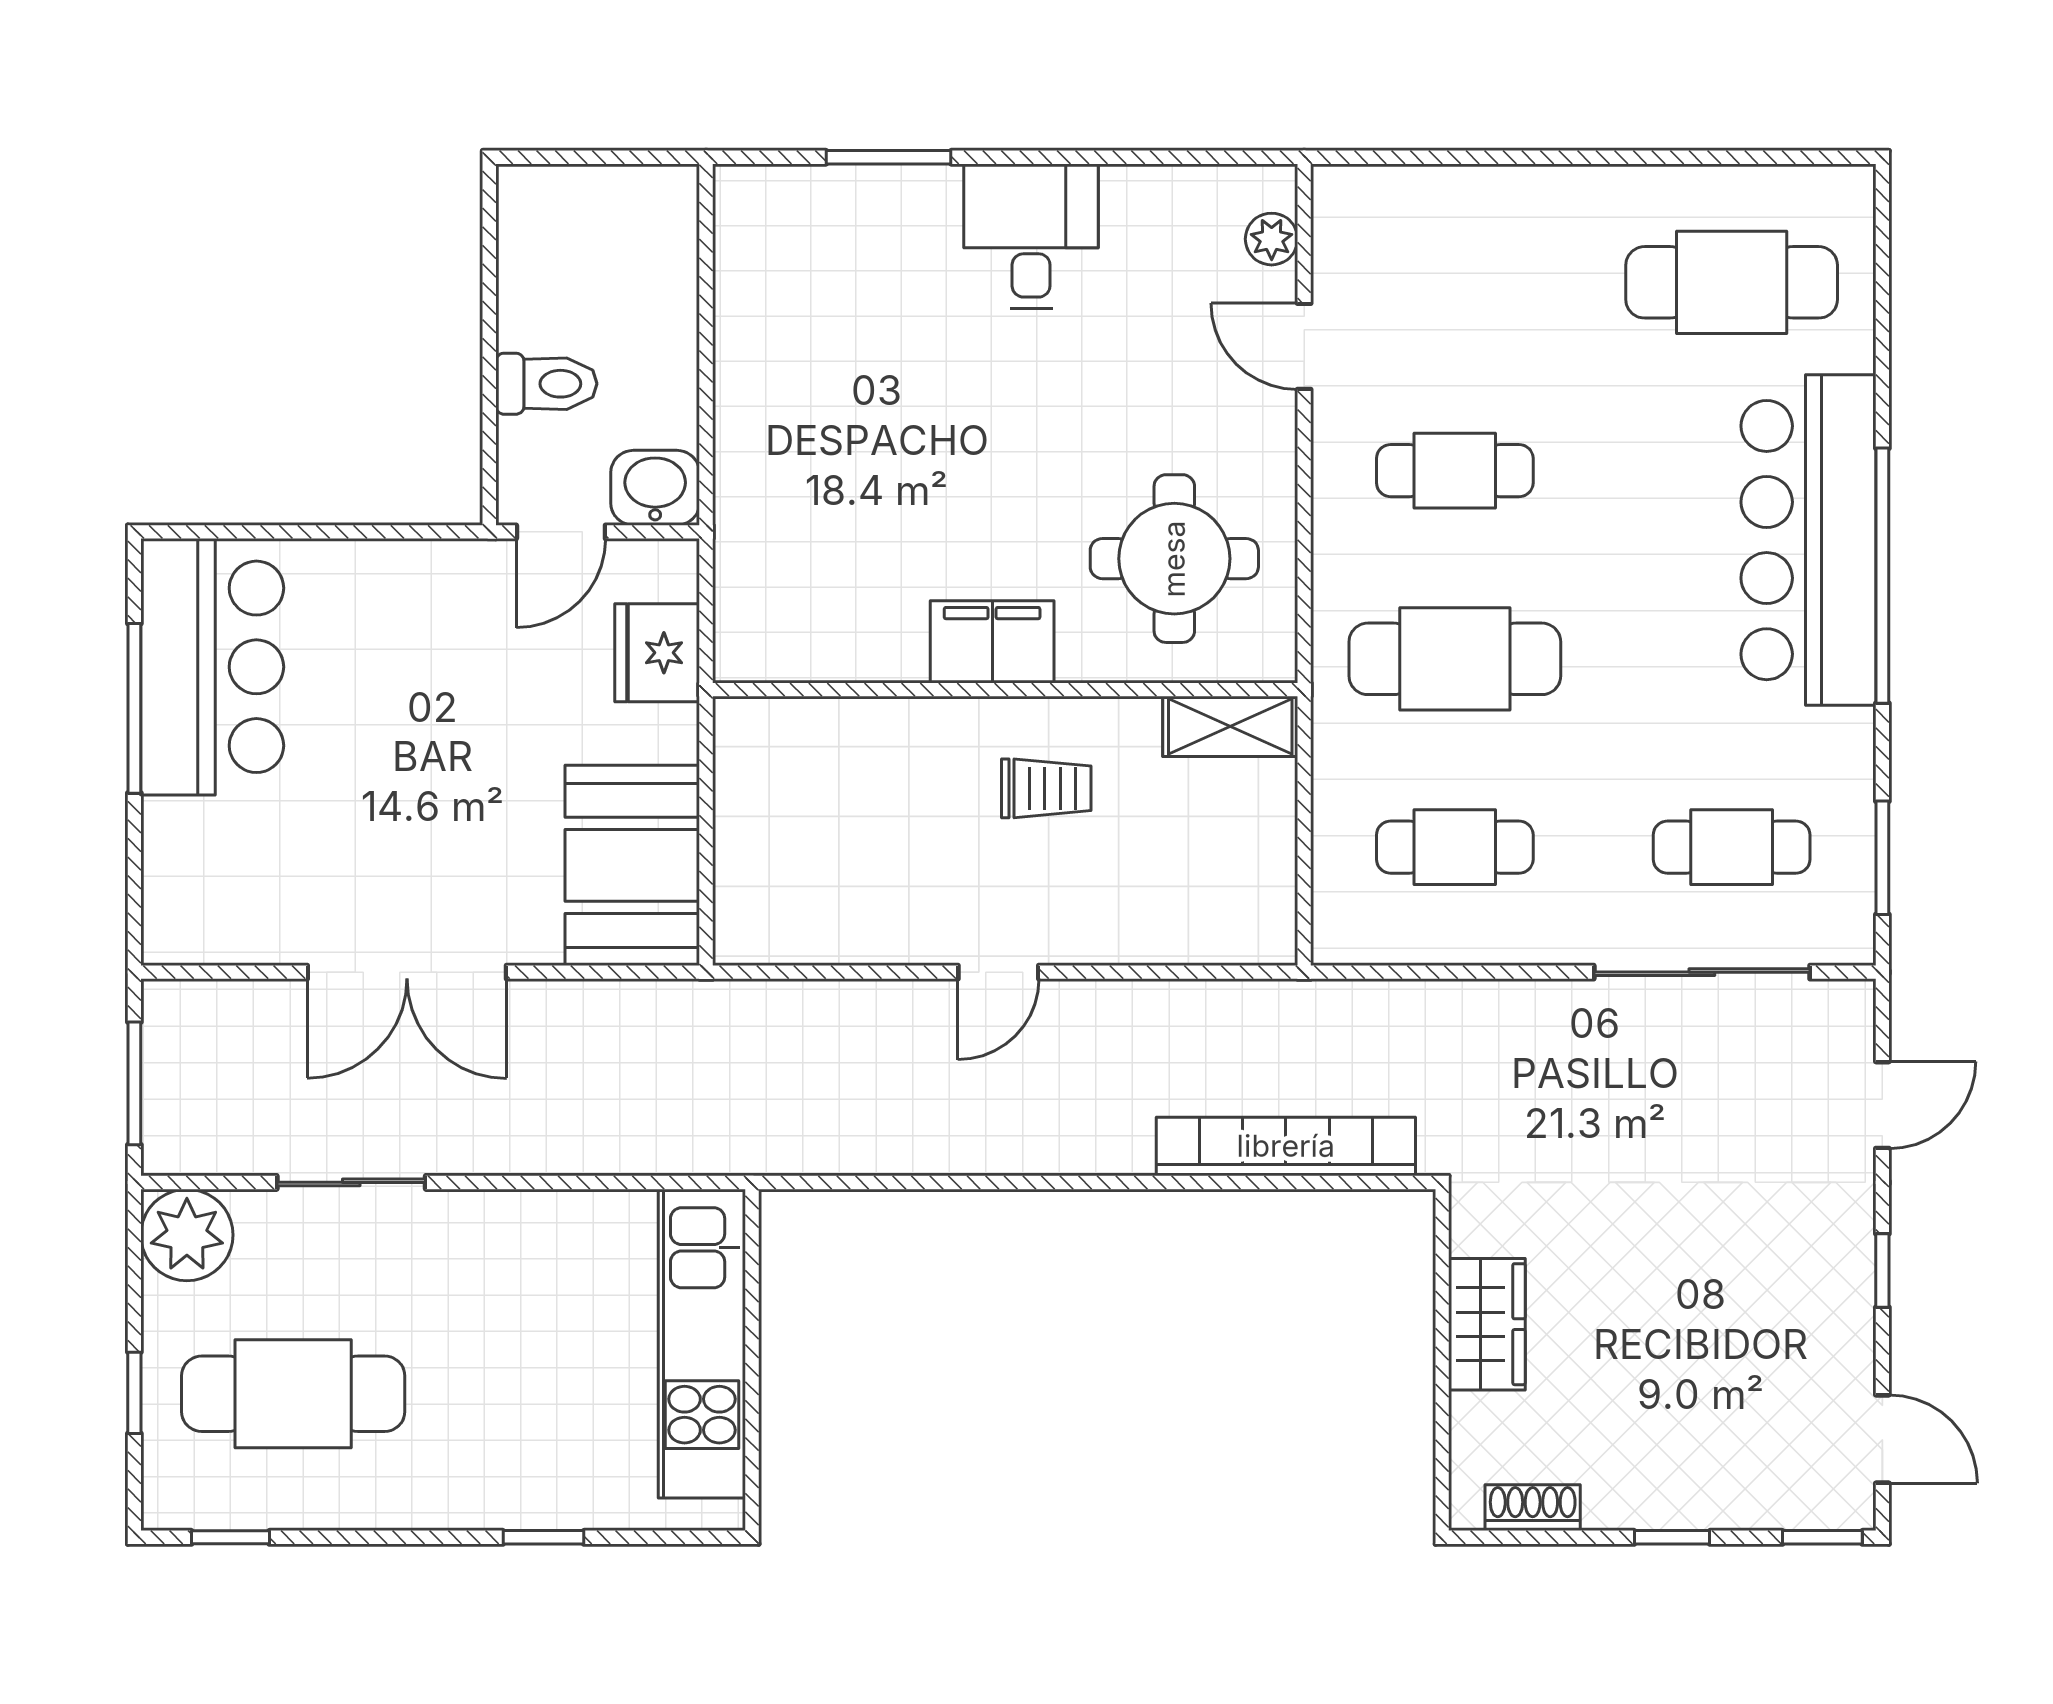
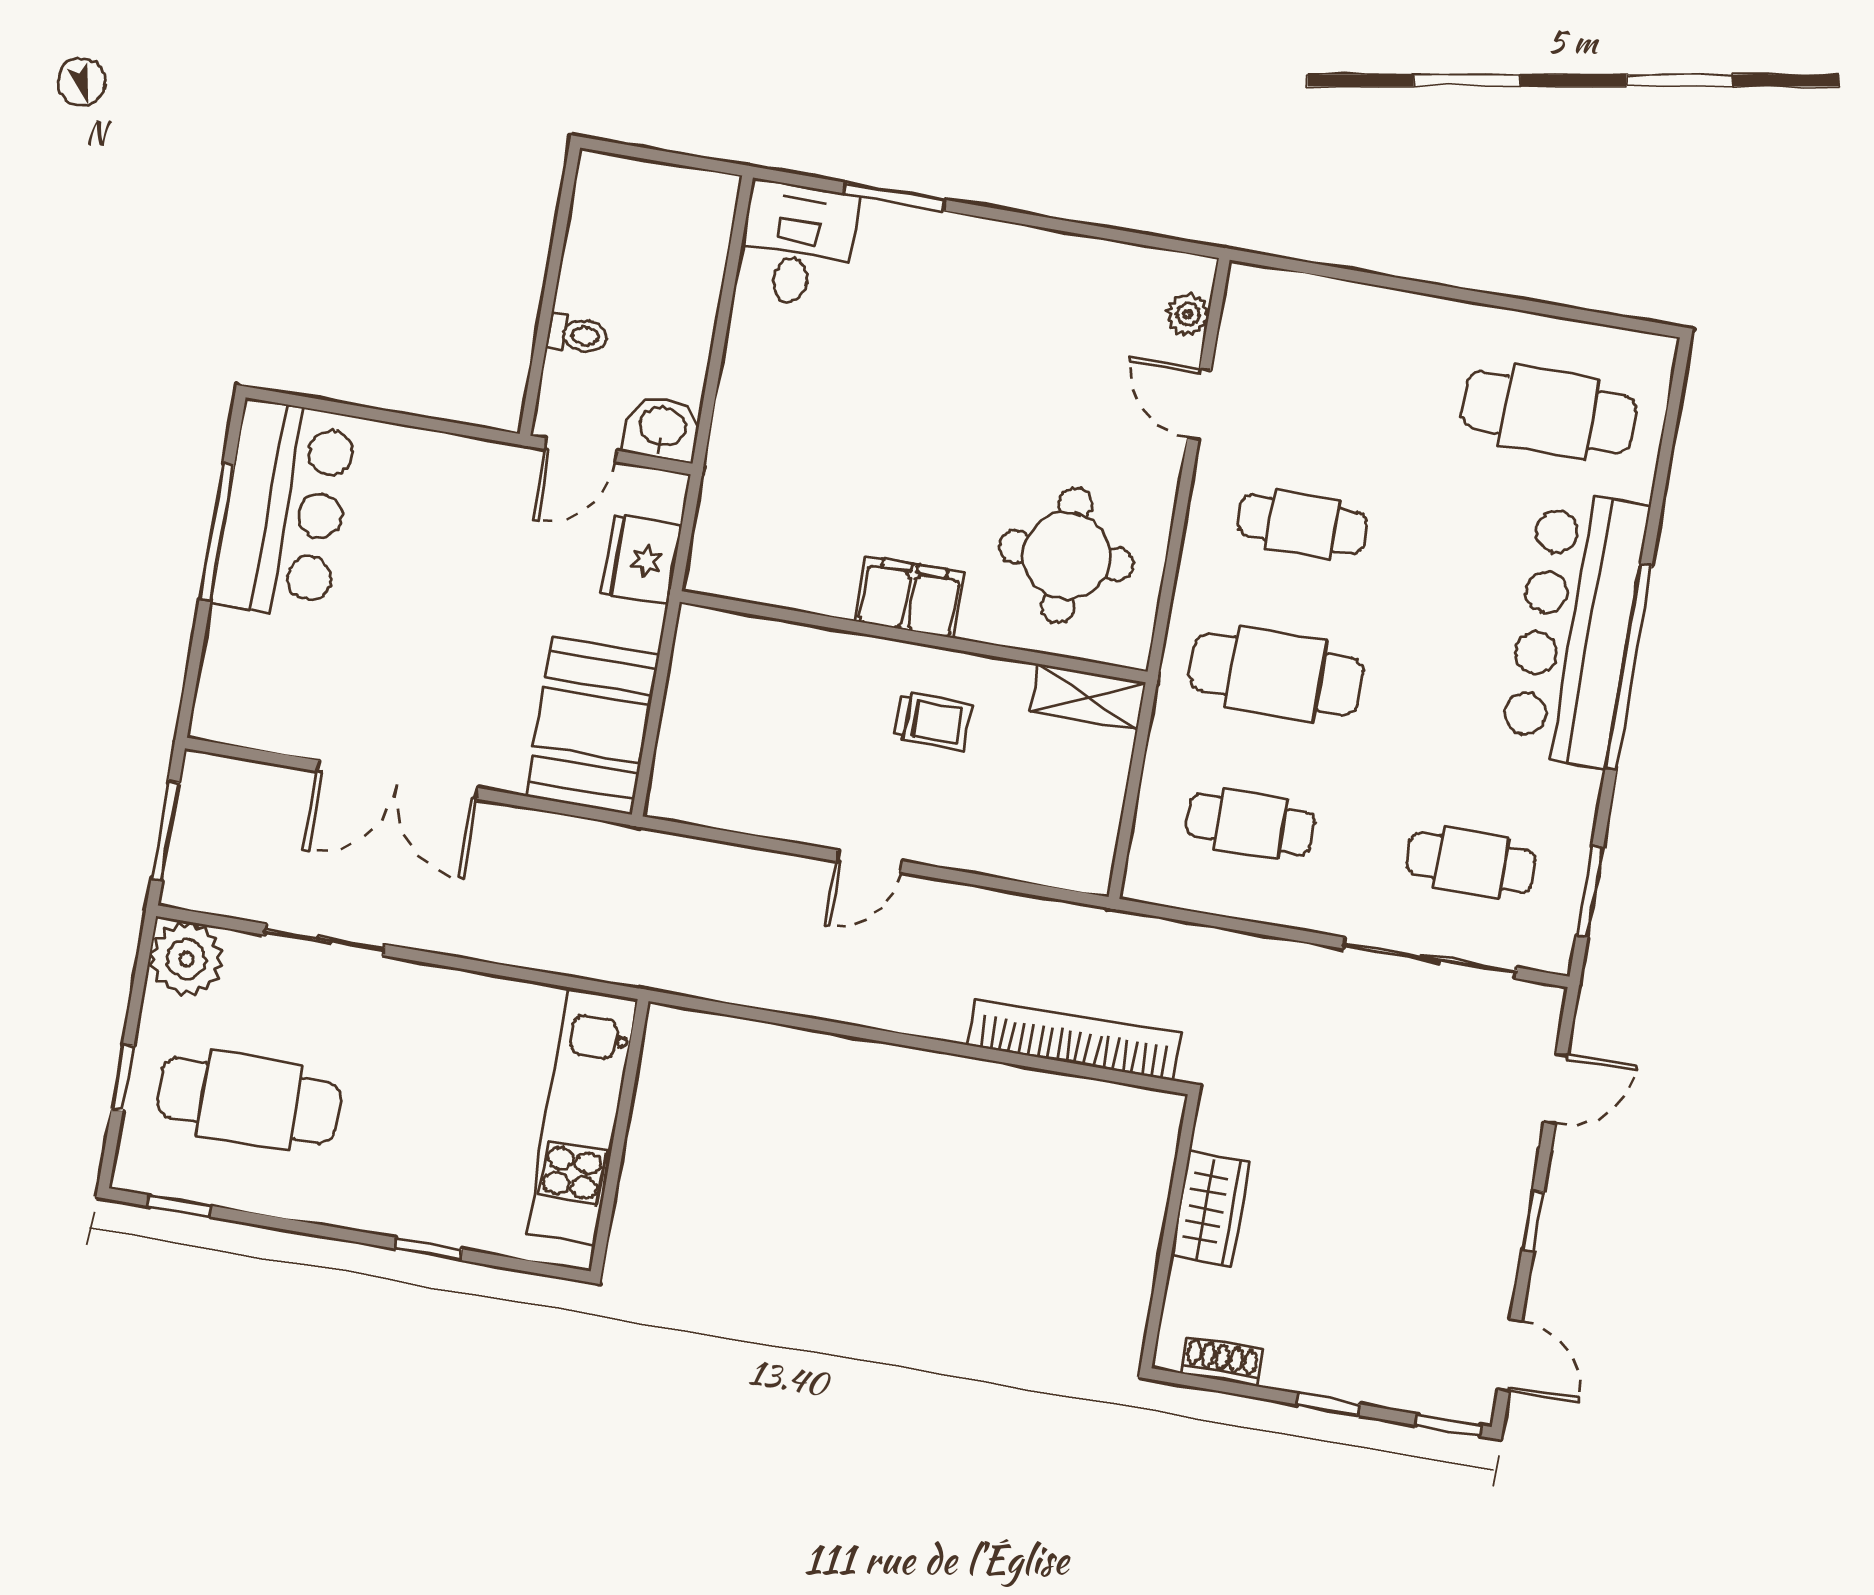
desk: (1031, 236) -> (796, 244), moved
toilet: (546, 384) -> (578, 334), width x0.73, depth x0.72

